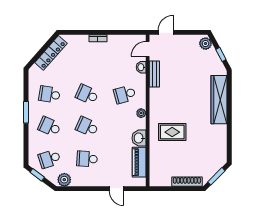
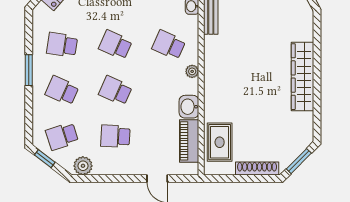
school desk: (125, 94) -> (169, 45), turned 39
wardrobe: (219, 100) -> (303, 77), moved
rug: (172, 132) -> (220, 142), moved, turned 90

